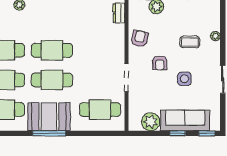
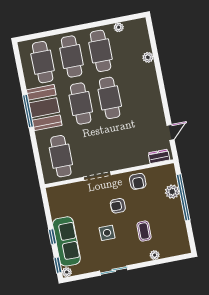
armchair: (140, 39) -> (138, 181), turned 78
plant: (151, 122) -> (67, 272), moved, width x0.53, depth x0.53

